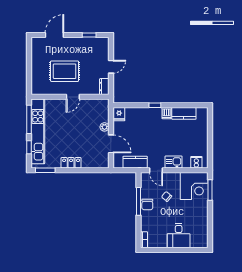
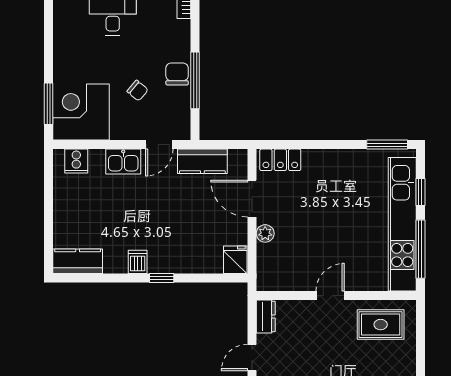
rug: (65, 71) -> (381, 325), moved, width x0.73, depth x0.70
kitchen counter: (184, 113) -> (78, 261), moved
locker: (71, 163) -> (280, 160), moved
door: (156, 170) -> (159, 145), swing flipped

